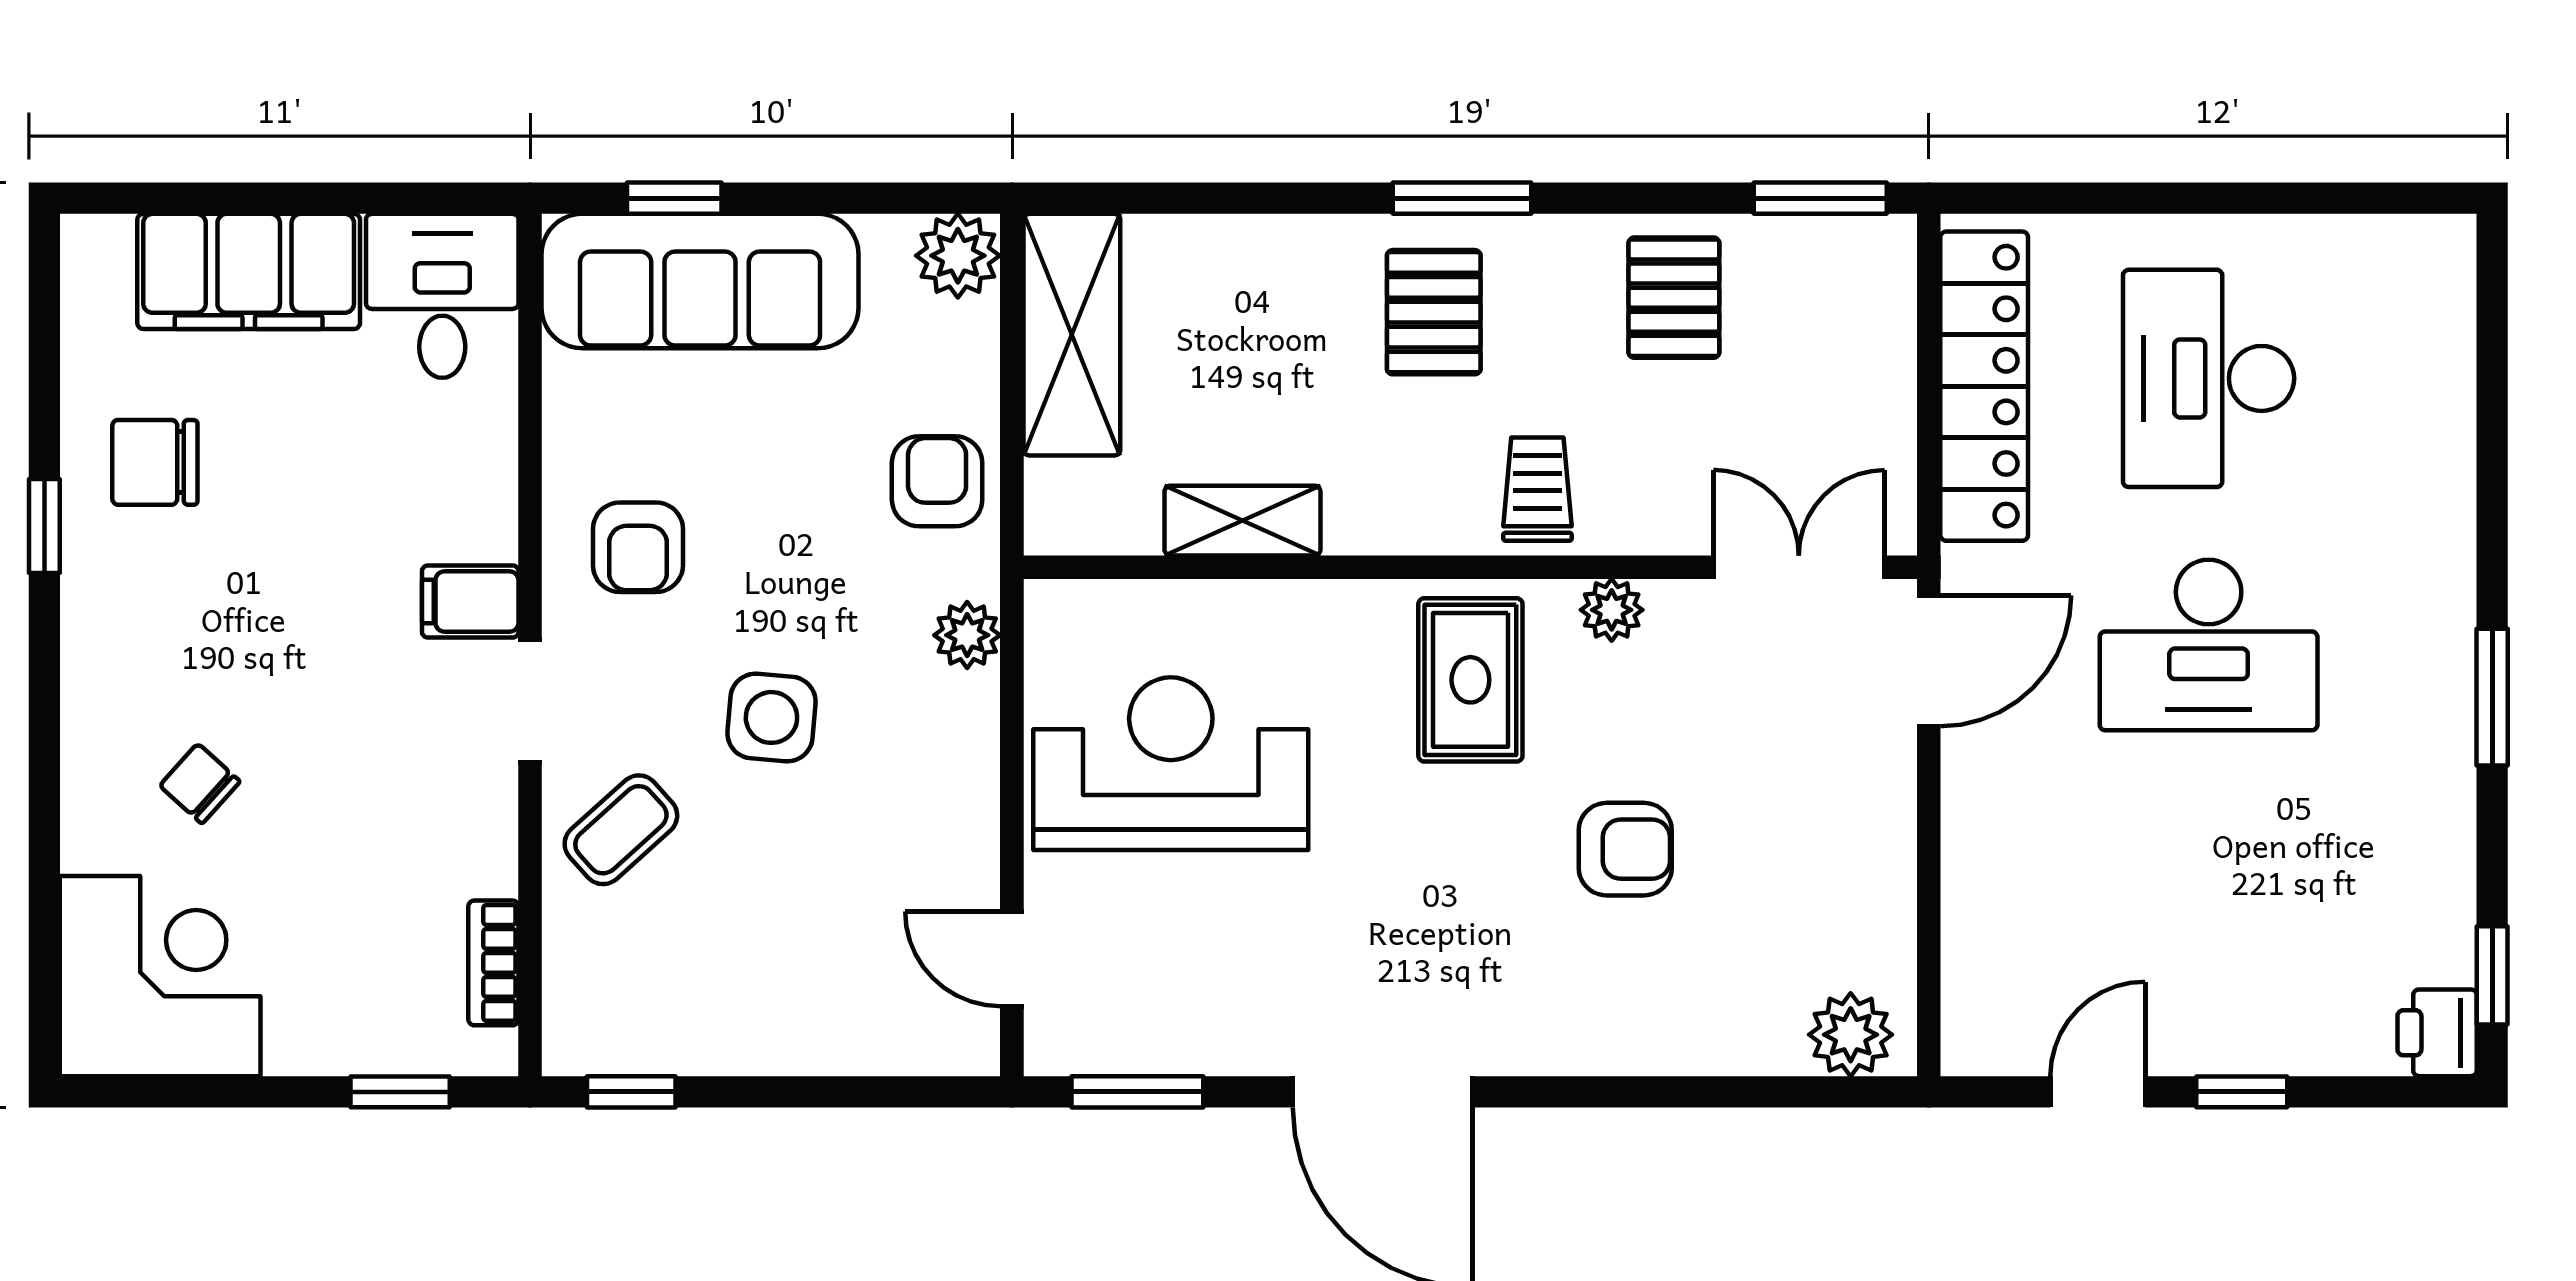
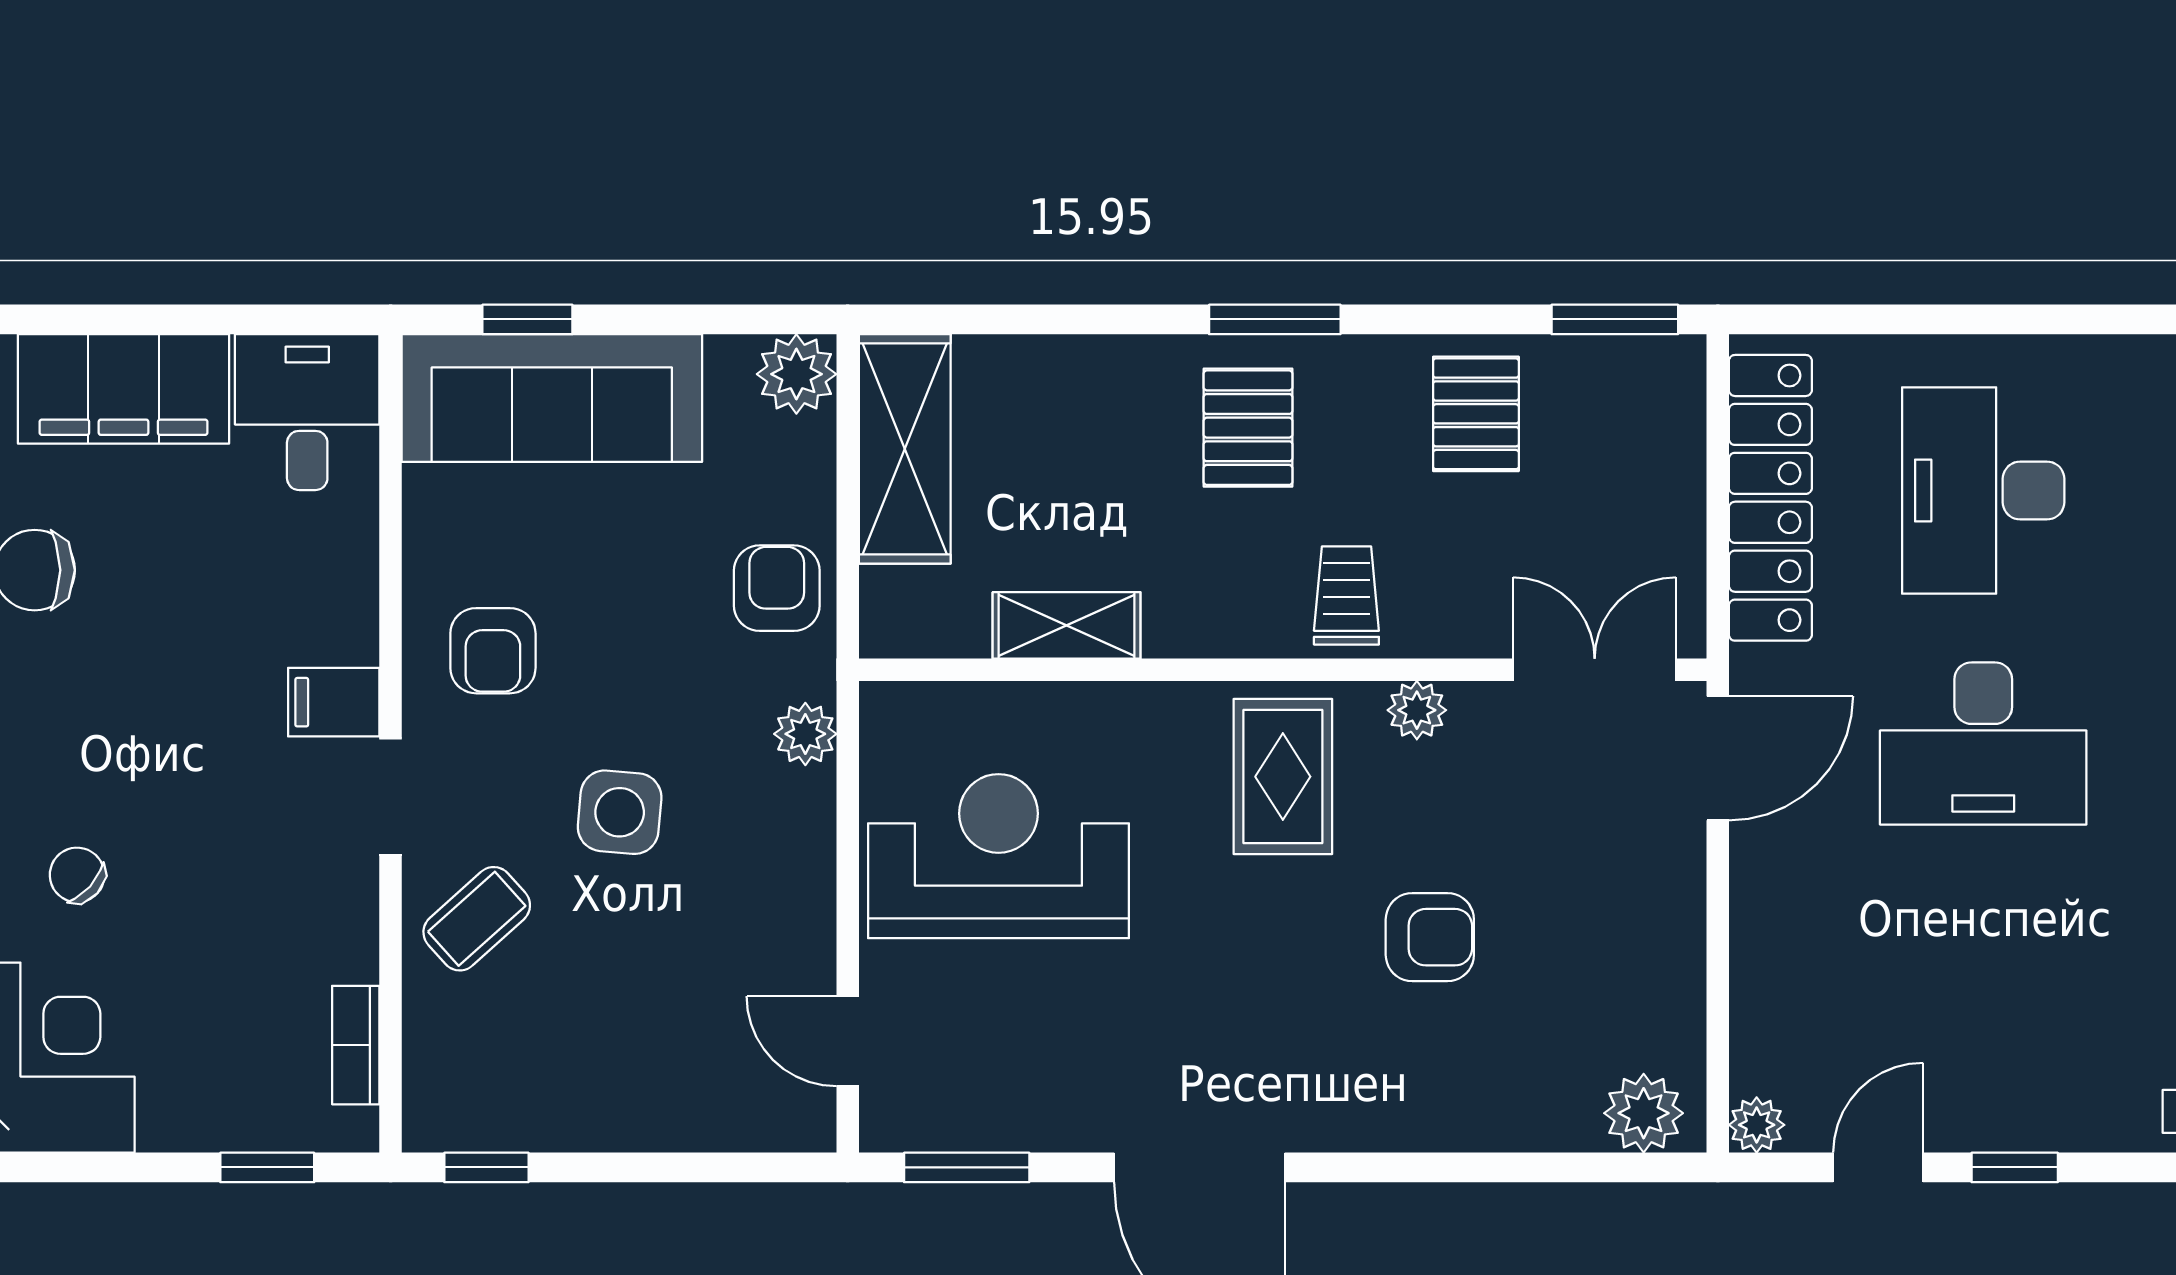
plant: (1970, 1047) -> (1757, 1125), added

